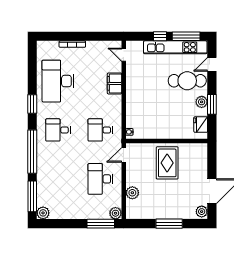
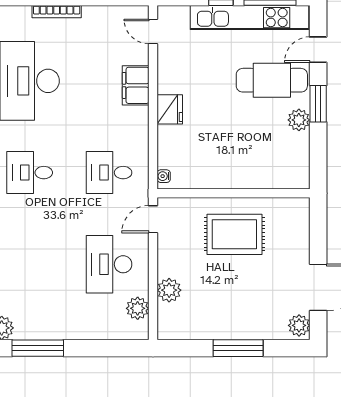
window: (212, 104) -> (318, 104), moved
fridge: (201, 125) -> (170, 109), moved, turned 180
rug: (167, 163) -> (234, 234), turned 90
plant: (115, 213) -> (138, 308), moved
window: (101, 224) -> (38, 348), moved

